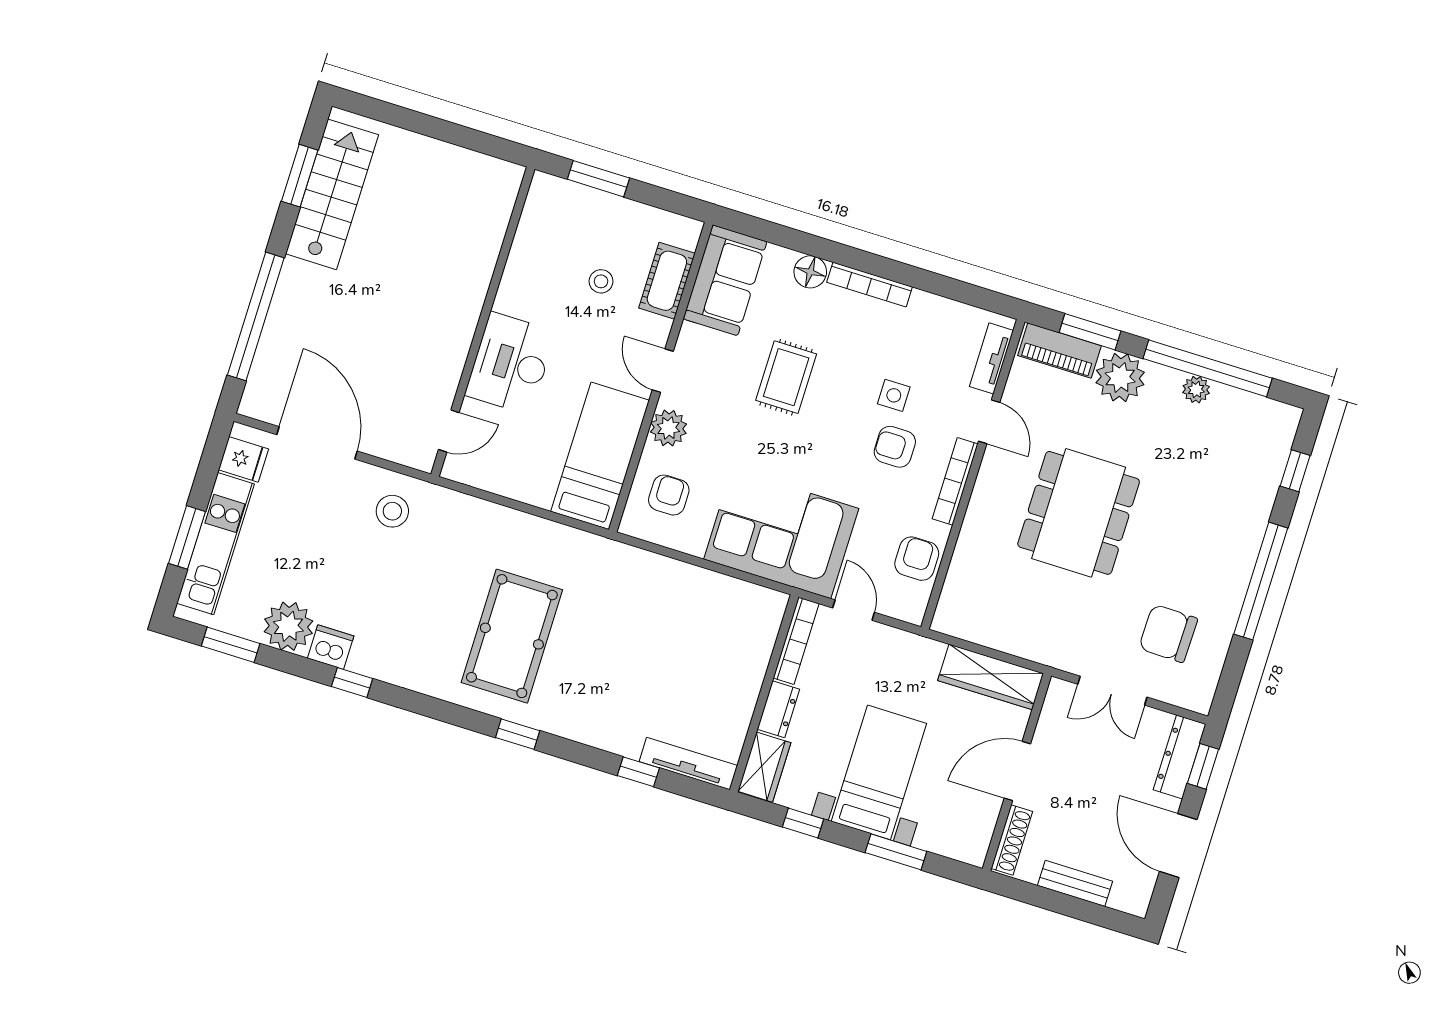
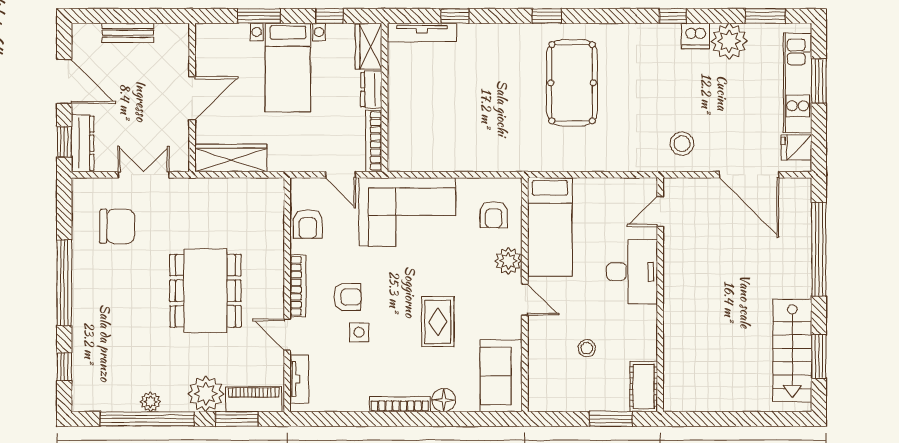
cot: (667, 281) -> (644, 387), moved
shoe rack: (1012, 840) -> (181, 49), removed

